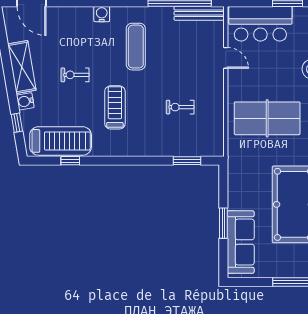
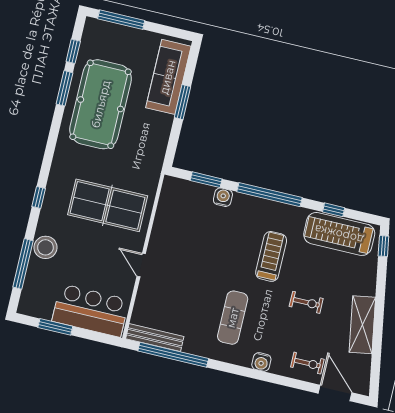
door: (226, 58) -> (141, 265), moved
water cooler: (25, 101) -> (223, 197), moved, turned -80
treadmill: (115, 107) -> (271, 256), turned 180
exercise bike: (180, 107) -> (307, 363), moved
window: (17, 123) -> (383, 246), moved
window: (129, 161) -> (270, 195), added

